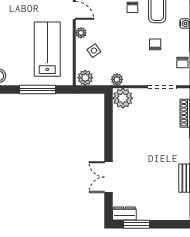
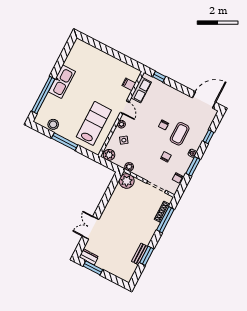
window: (37, 89) -> (65, 142), moved

